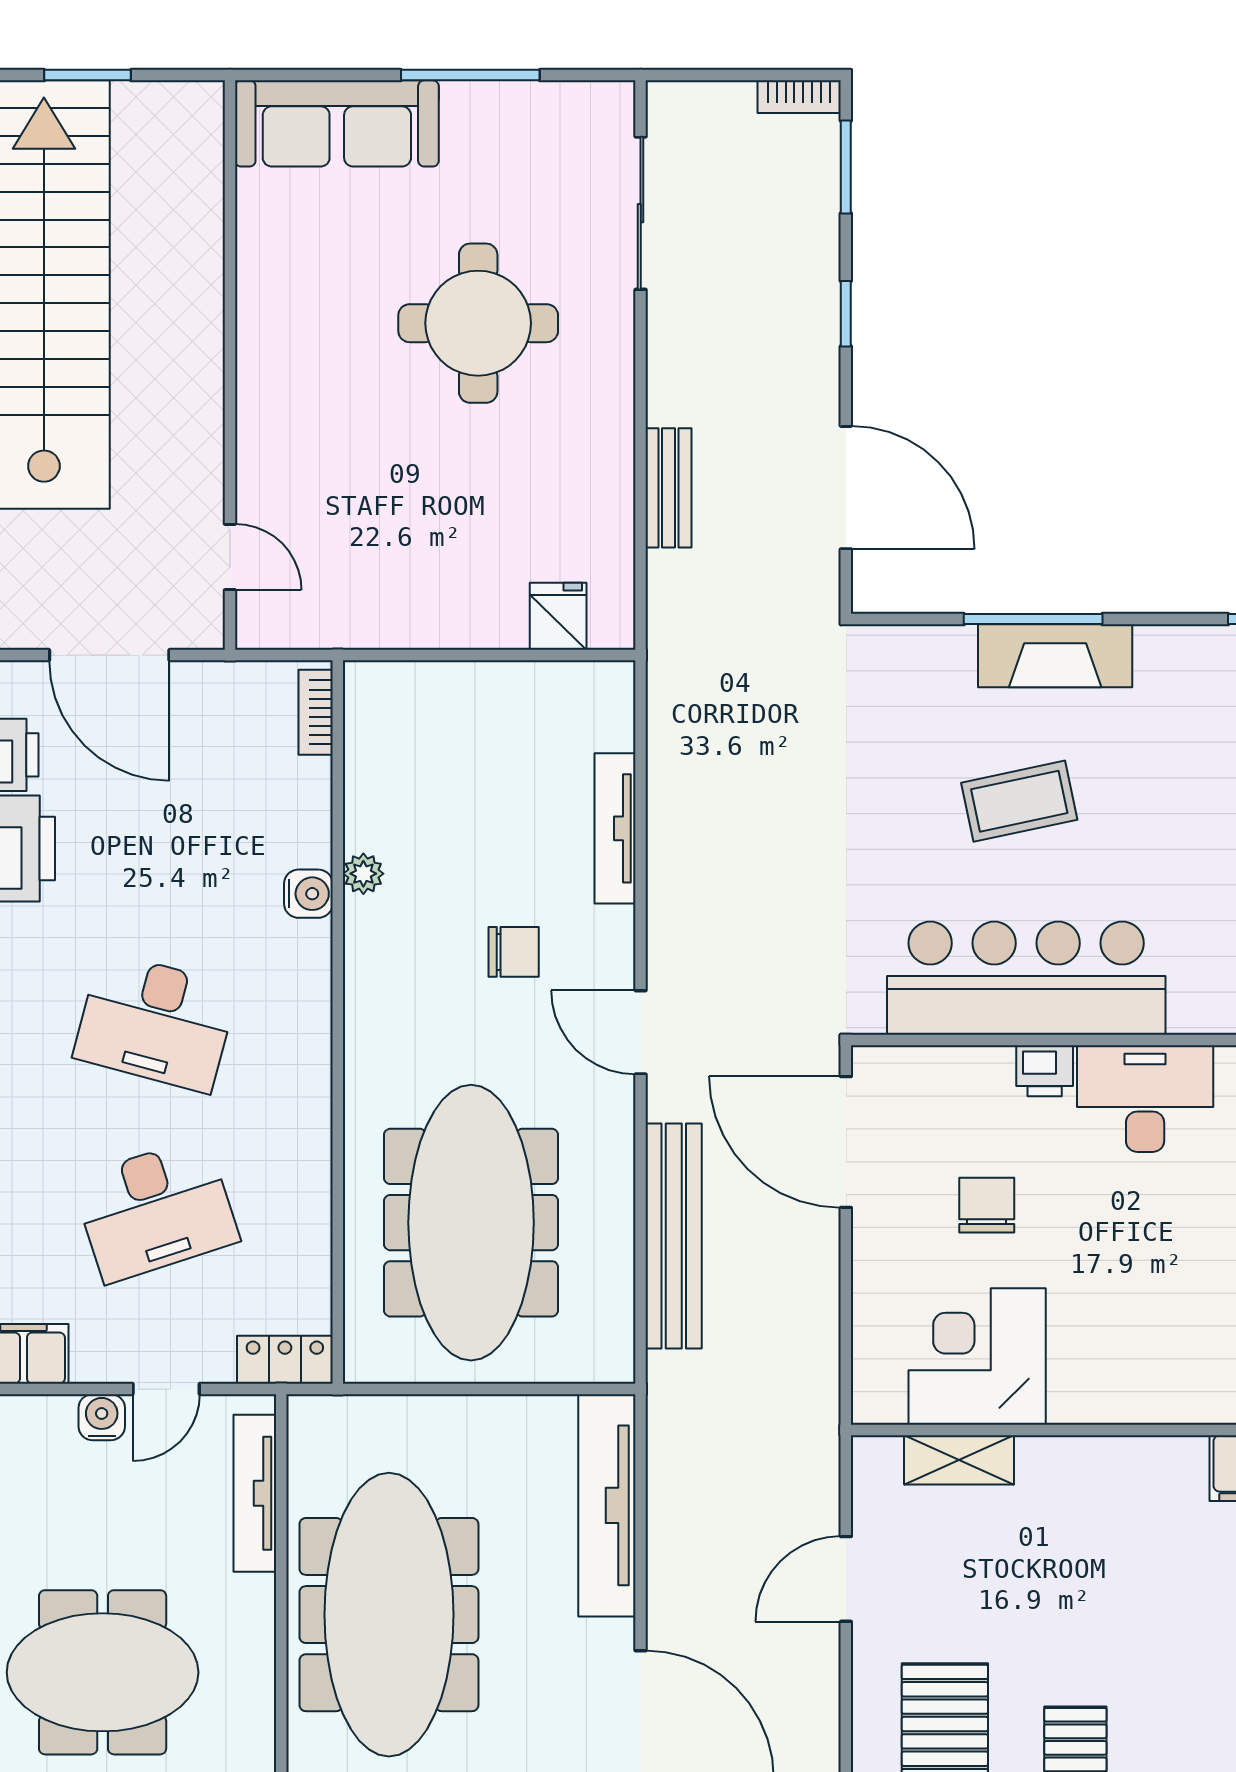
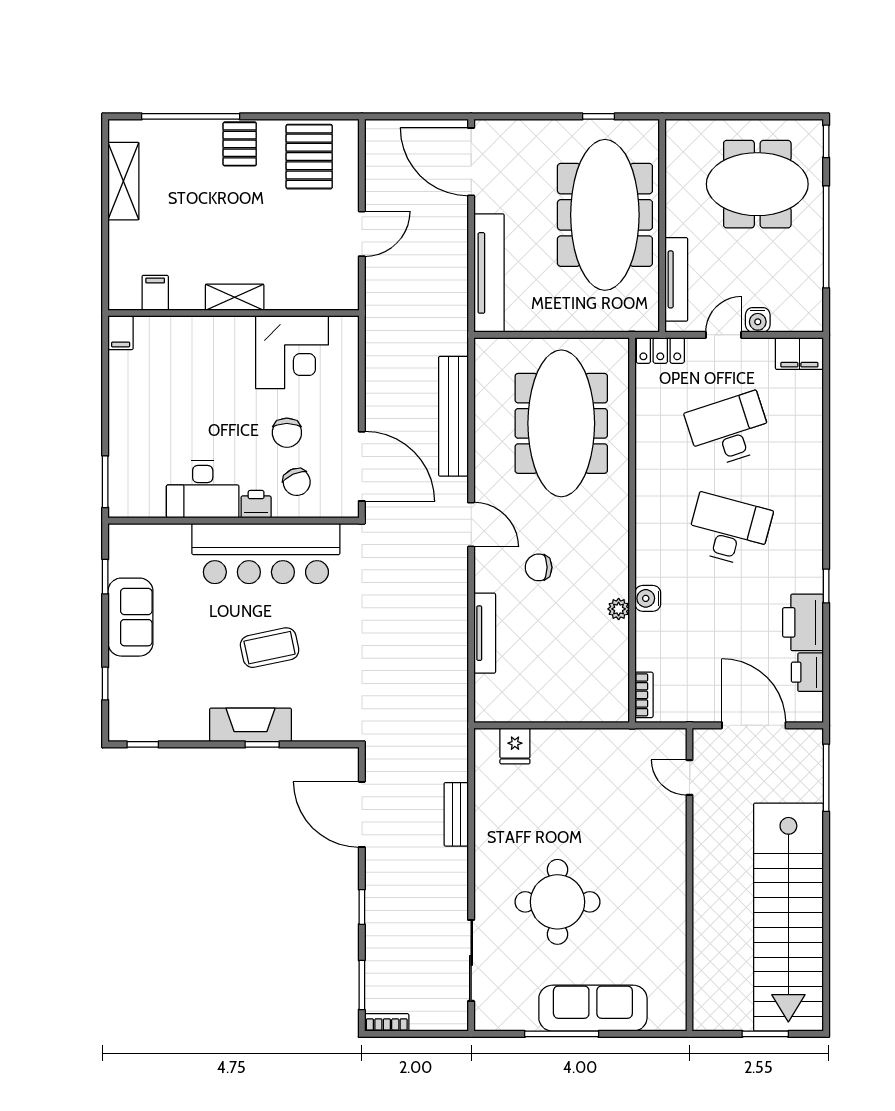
sofa: (337, 123) -> (593, 1008), moved
window: (1033, 619) -> (262, 744), width x0.46
chair: (968, 1112) -> (297, 482), added
shelving: (959, 1460) -> (235, 297), moved

